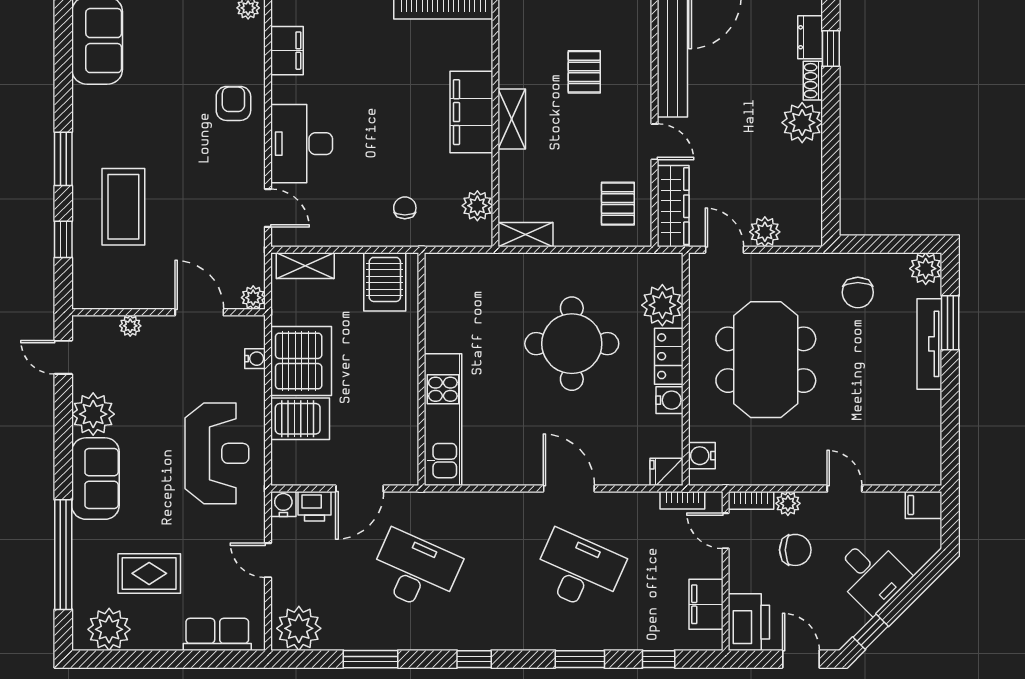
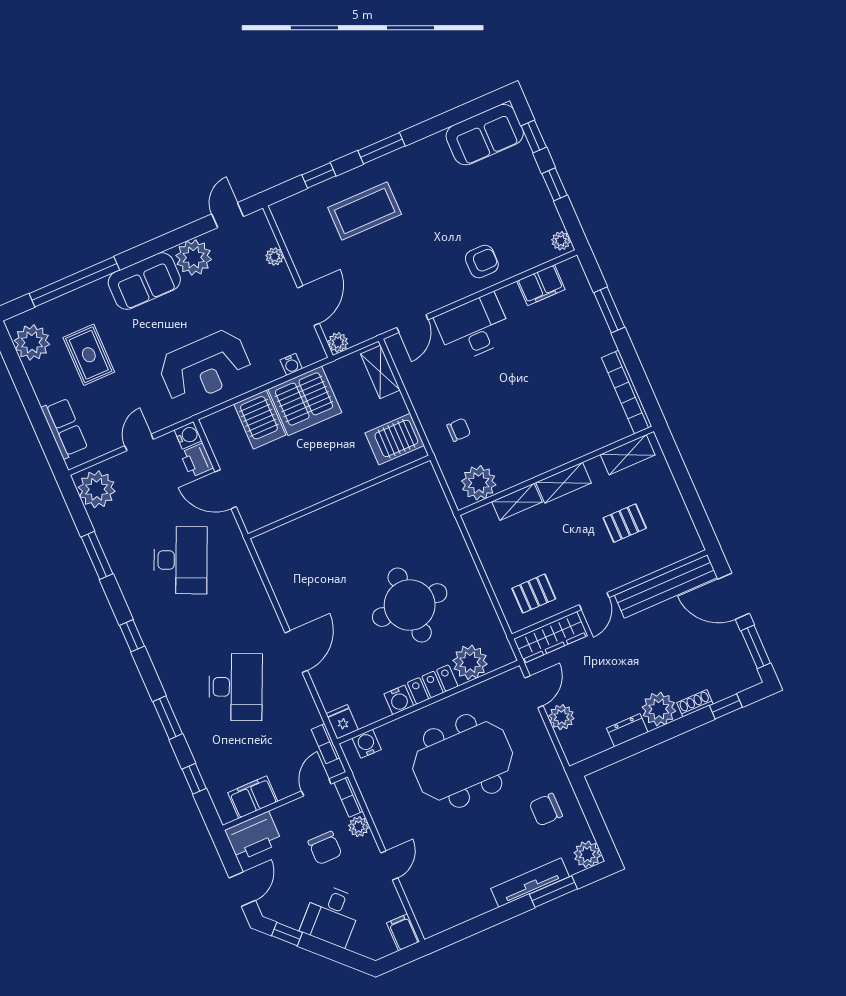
shelving: (512, 36) -> (628, 455), added
dresser: (810, 37) -> (627, 730), moved
filing cabinet: (471, 112) -> (555, 449), removed
plant: (477, 206) -> (479, 483), width x1.36, depth x1.36
shelving: (526, 235) -> (517, 502), moved, turned 90
kitchen unit: (443, 420) -> (307, 531), removed

